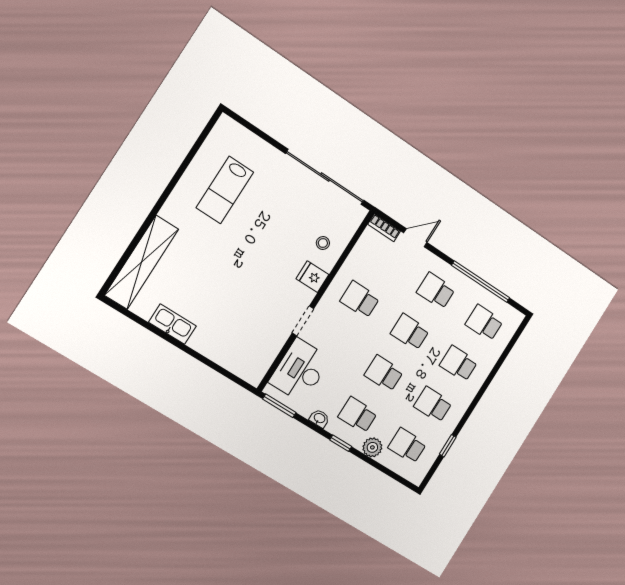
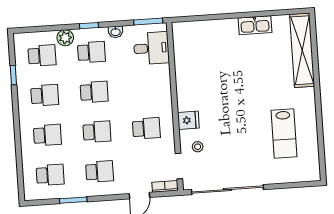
lab bench: (225, 190) -> (284, 134), turned 180
window: (481, 282) -> (73, 200), width x0.47
doorway: (303, 321) -> (179, 166), moved
desk: (300, 370) -> (151, 48), width x0.73

